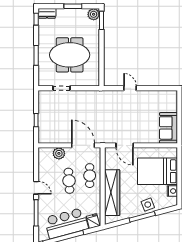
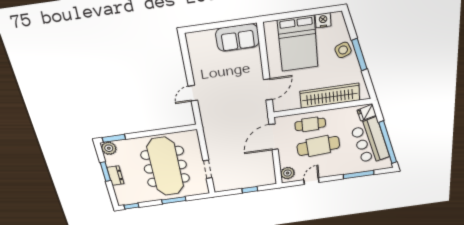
dresser: (47, 13) -> (115, 176), moved
meeting table: (70, 55) -> (165, 167), width x1.36
plant: (59, 153) -> (288, 173), moved
cafe table: (69, 181) -> (318, 146), width x1.37, depth x1.35
door: (36, 188) -> (311, 181), moved

